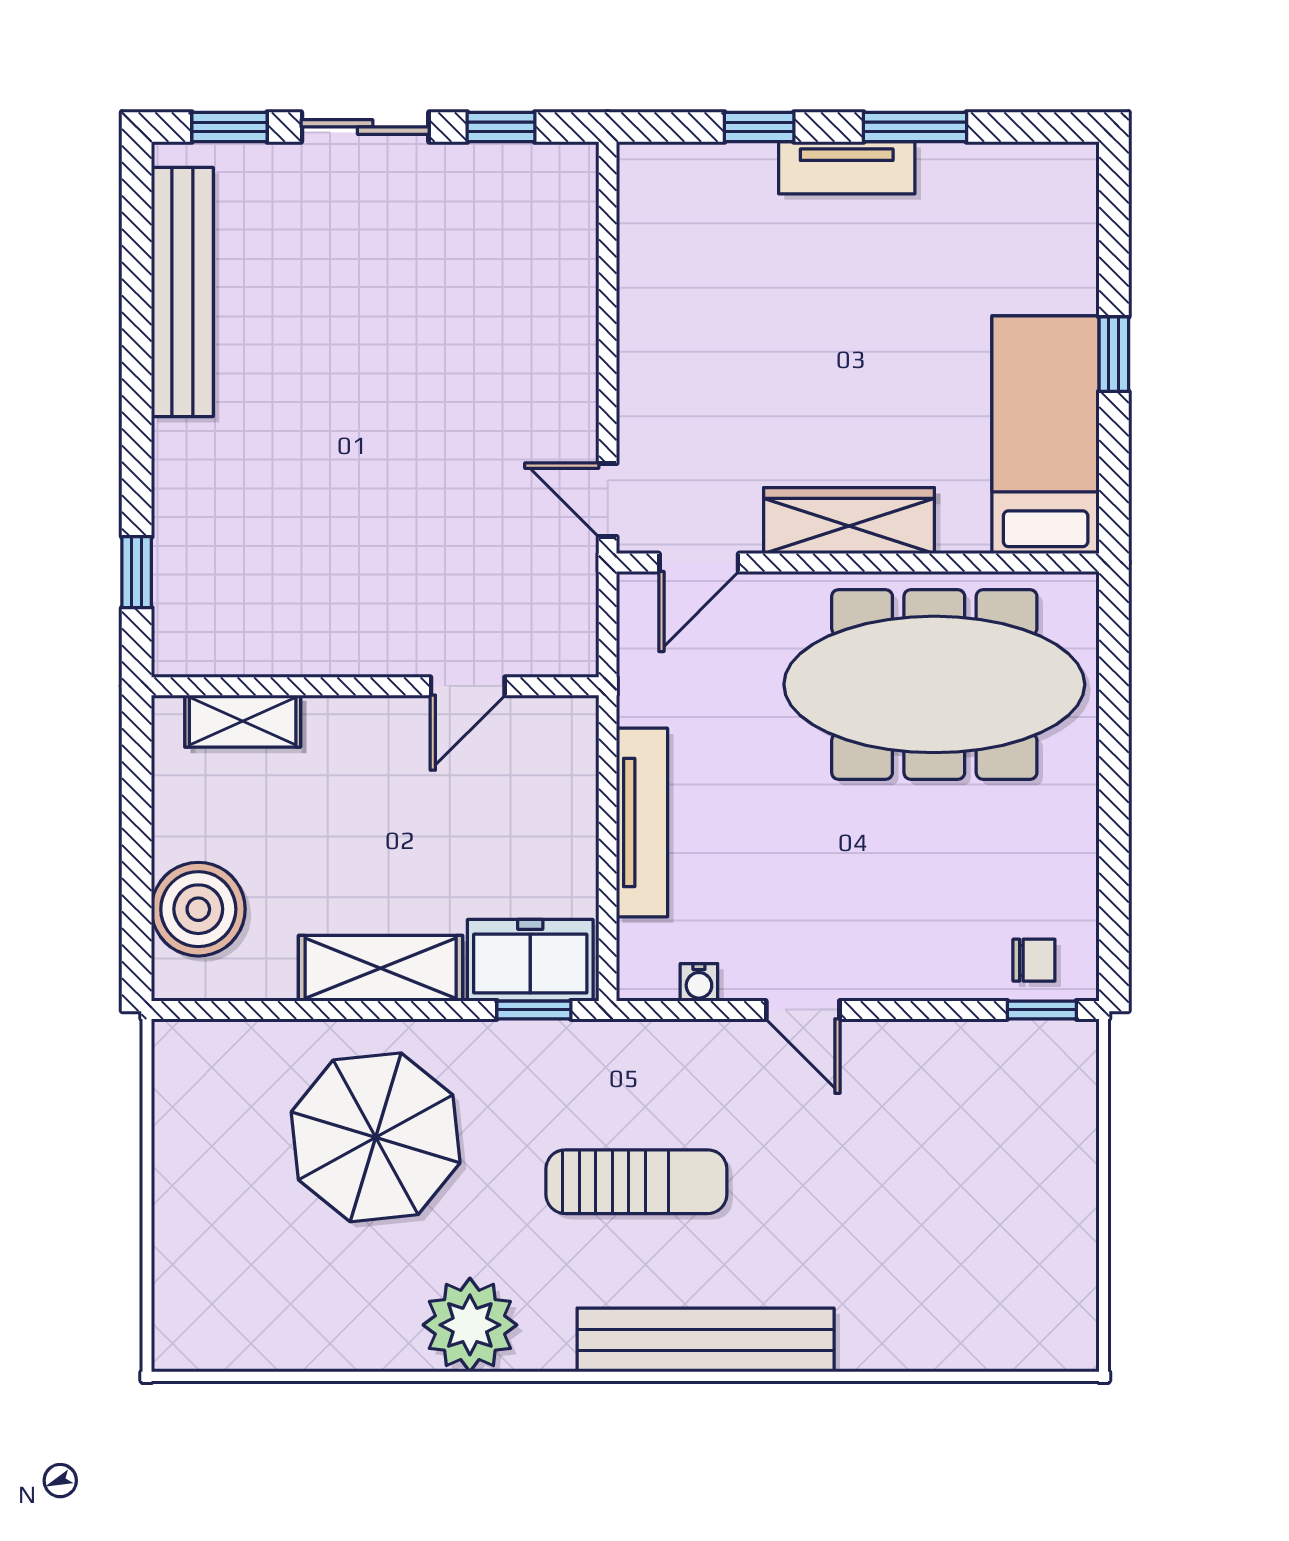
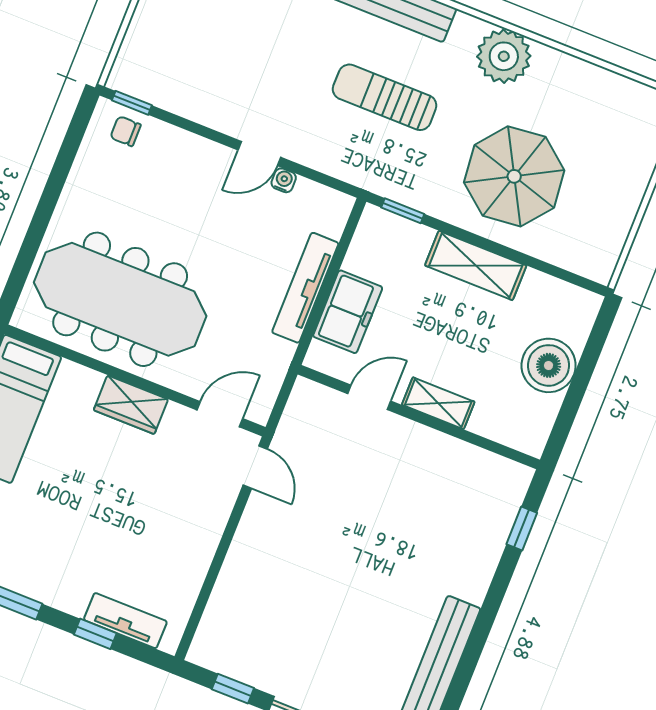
tv unit: (847, 168) -> (125, 621), moved
wardrobe: (849, 521) -> (131, 405), width x0.67
shelving: (243, 721) -> (438, 403), moved
boiler: (198, 909) -> (549, 365), moved
freezer: (530, 960) -> (348, 312), moved, turned -90
water cooler: (699, 982) -> (284, 180), moved
door: (803, 1010) -> (259, 154), swing flipped

